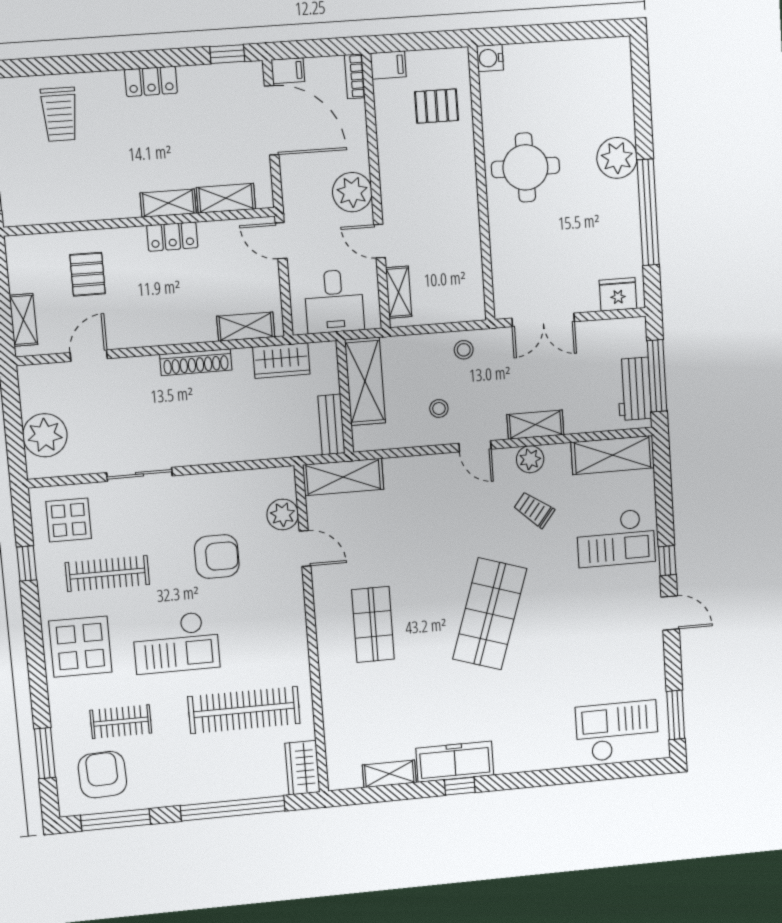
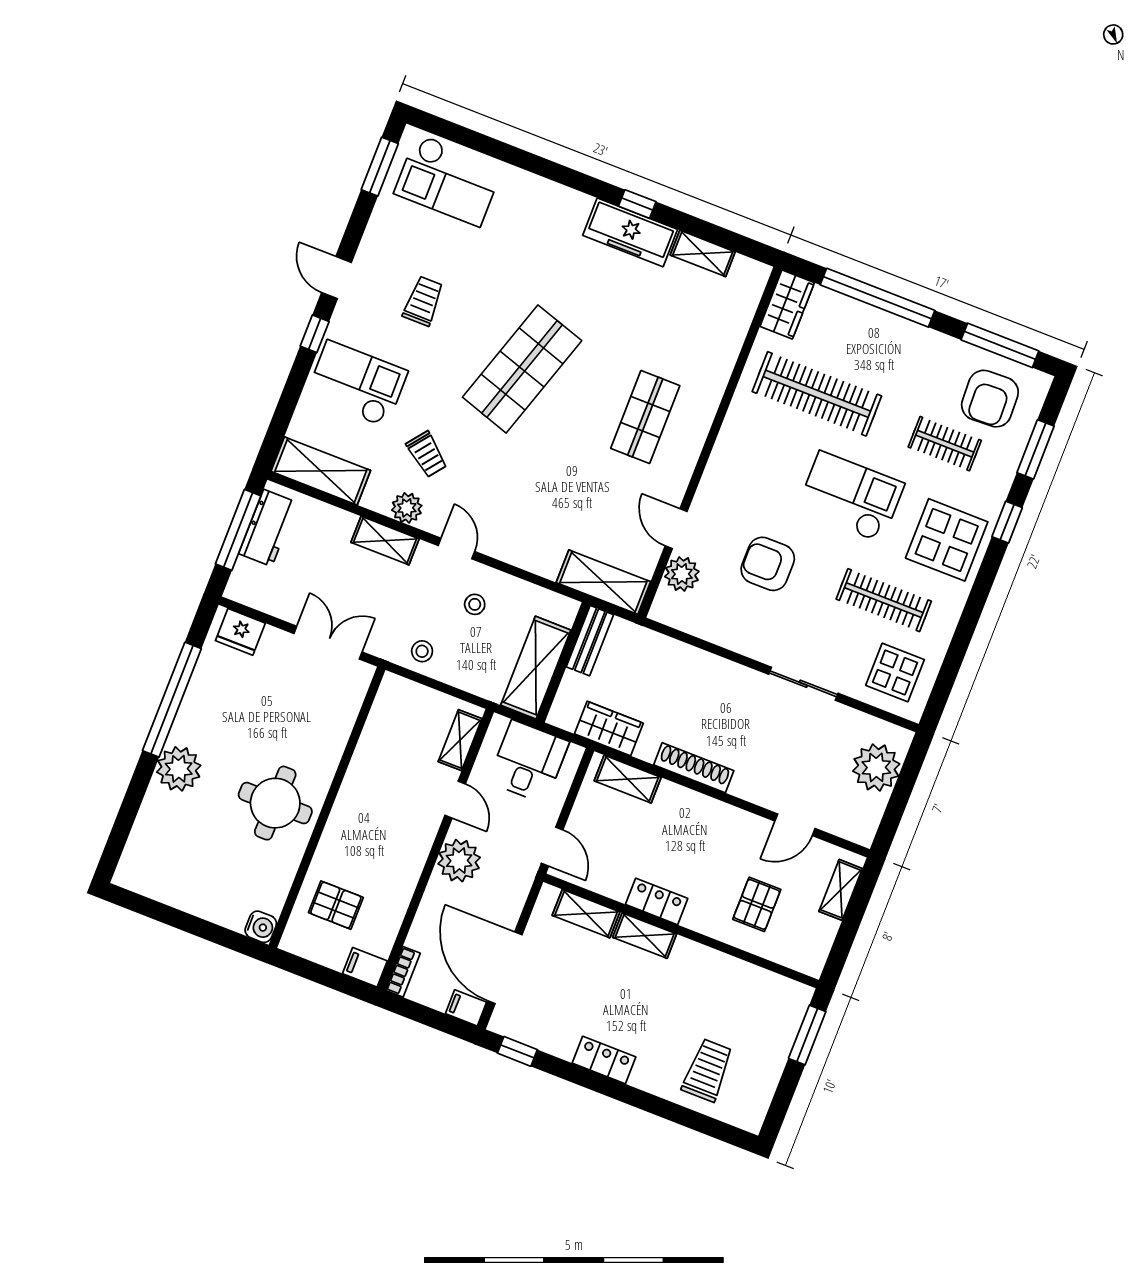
window: (27, 563) -> (1007, 522), moved
trolley: (593, 628) -> (423, 301), added

